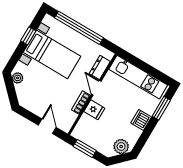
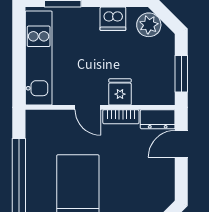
dresser: (100, 67) -> (158, 119), moved
door: (96, 88) -> (88, 107), hinge flipped
dishwasher: (141, 120) -> (113, 19), moved

